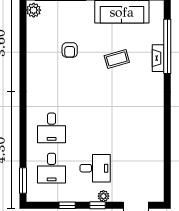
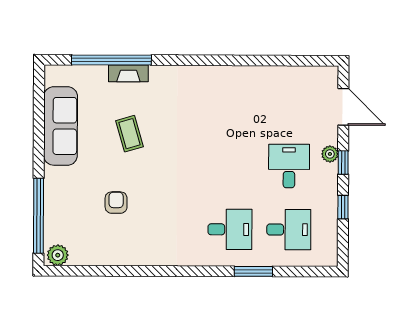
armchair: (70, 50) -> (116, 203), turned -90
window: (23, 181) -> (253, 271), moved

